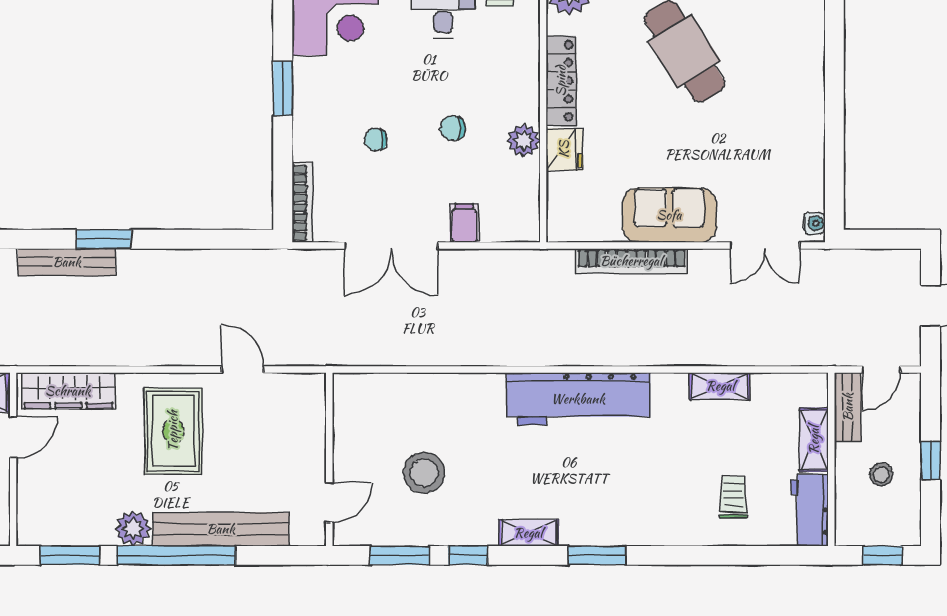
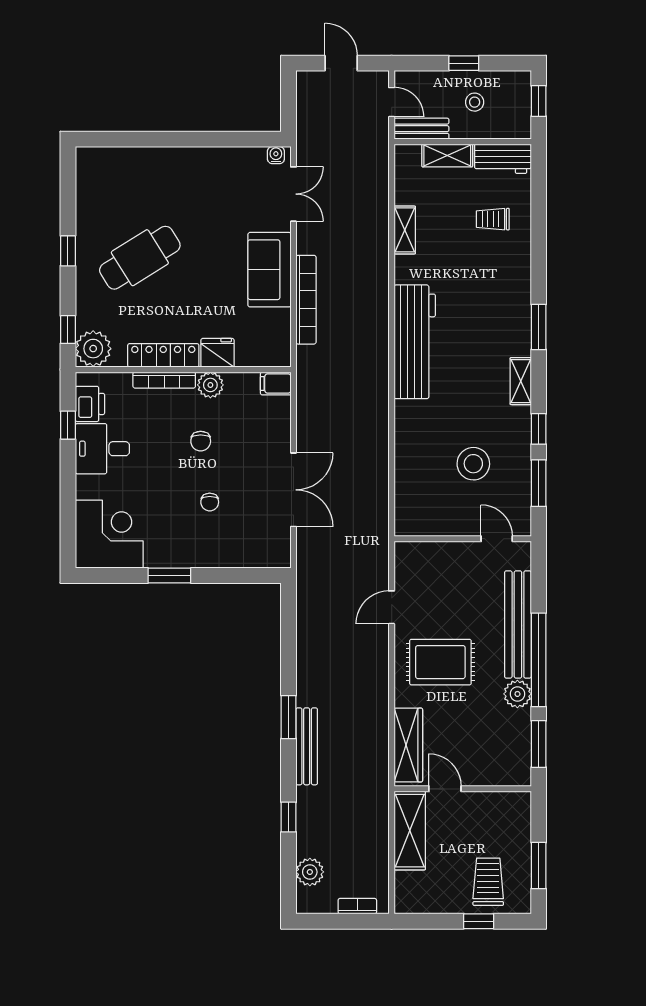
bookcase: (302, 203) -> (164, 380), moved, turned 180
filing cabinet: (464, 223) -> (276, 384), moved

